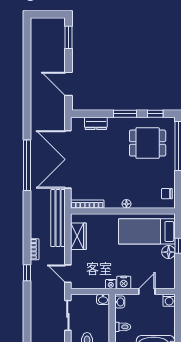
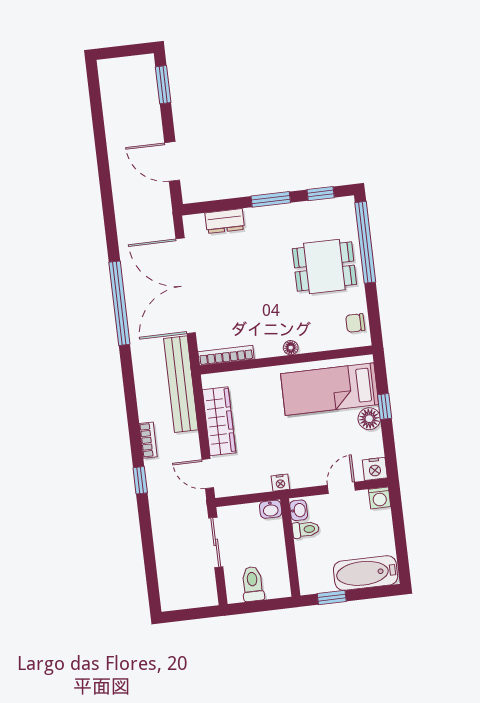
dining table: (148, 143) -> (324, 266), moved
wardrobe: (78, 236) -> (219, 421), width x1.50
nightstand: (124, 282) -> (375, 469), moved
toilet: (123, 327) -> (306, 529), moved

